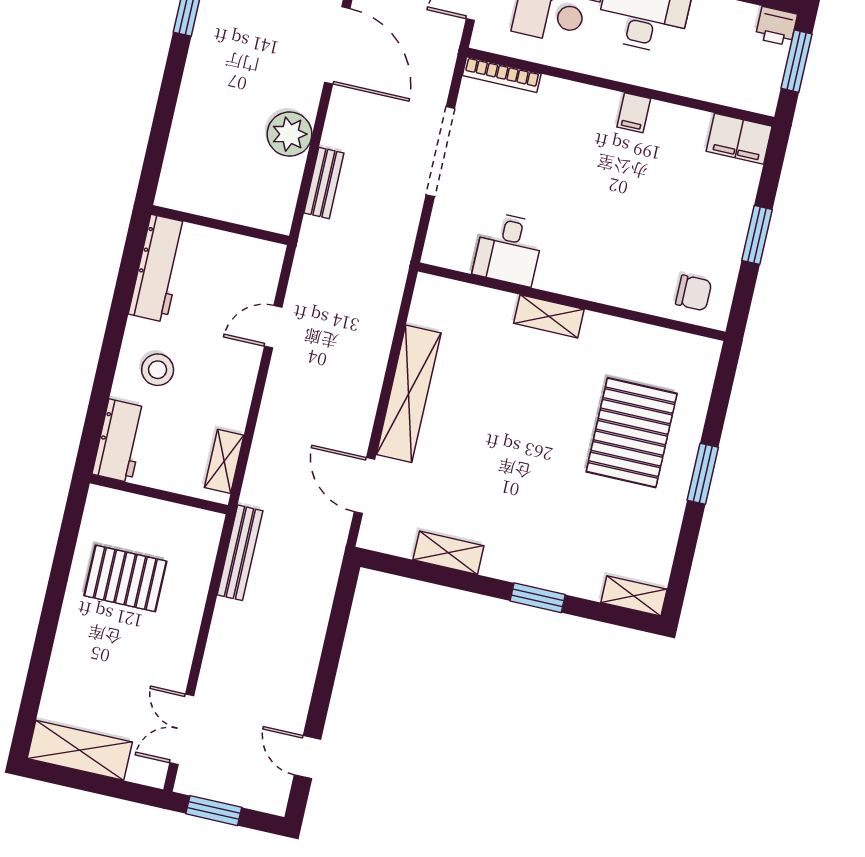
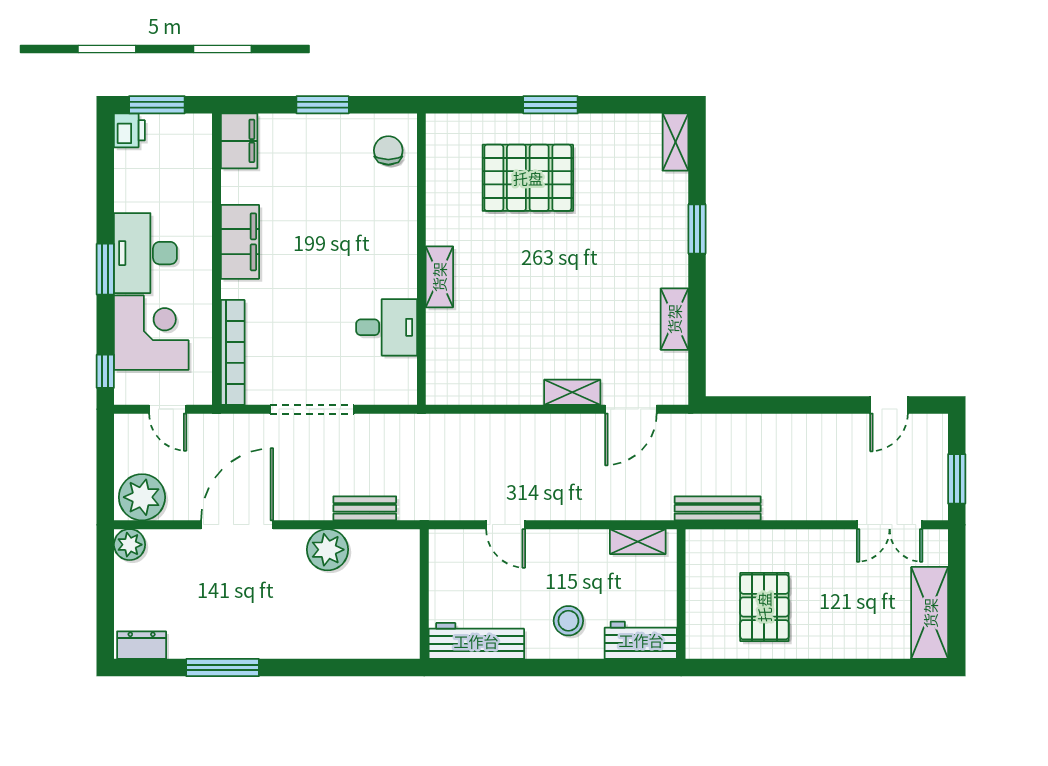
bookcase: (502, 75) -> (233, 352), width x1.48, depth x1.31
filing cabinet: (634, 113) -> (240, 242), width x3.00, depth x1.17
shelving: (409, 394) -> (572, 392), width x0.45, depth x0.75

